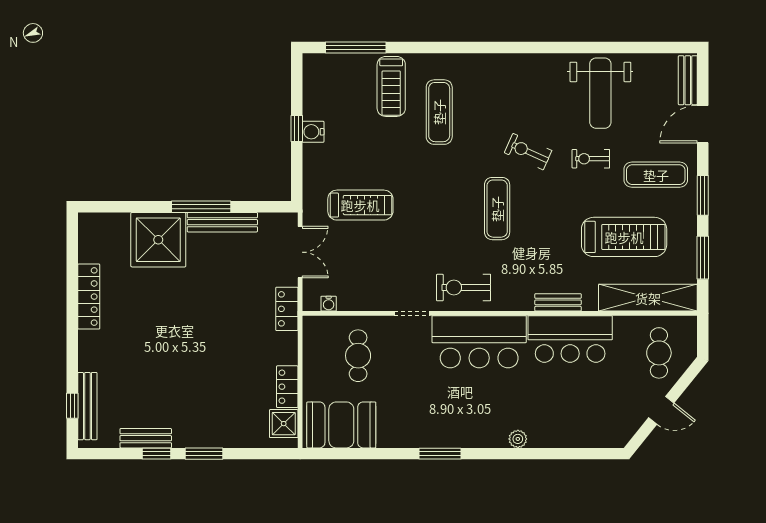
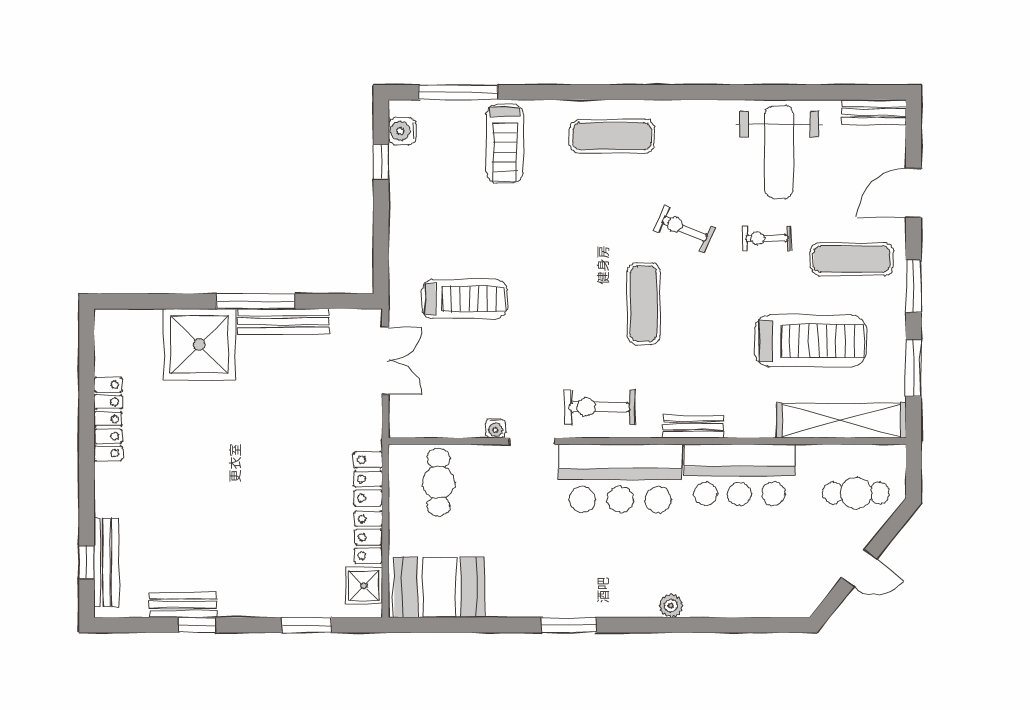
bench: (688, 80) -> (874, 112), moved, turned 90
exercise mat: (439, 112) -> (612, 136), moved, turned 90
window: (297, 129) -> (381, 161), moved
water cooler: (313, 132) -> (402, 131), moved
bench: (558, 302) -> (693, 427), moved
water cooler: (329, 304) -> (495, 428), moved
locker: (287, 309) -> (368, 479), moved
cafe table: (659, 353) -> (856, 493), turned 90
cafe table: (358, 356) -> (438, 482), moved
window: (204, 454) -> (307, 625), moved

